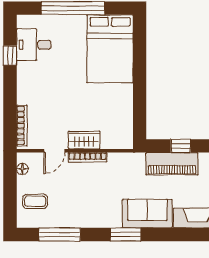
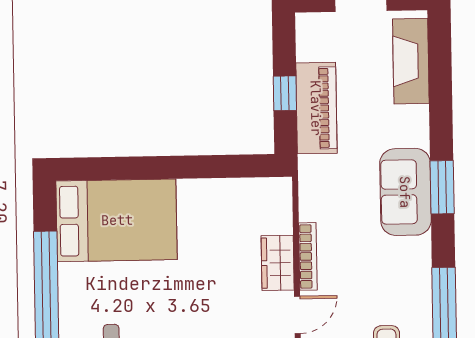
door: (54, 151) -> (297, 315), hinge flipped
sofa: (147, 214) -> (405, 192), moved

